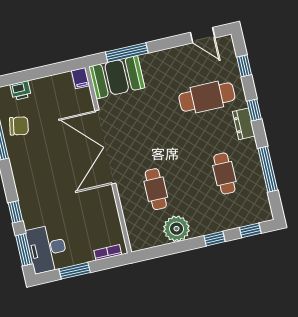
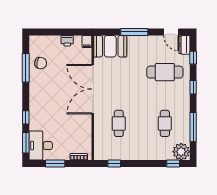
window: (127, 53) -> (134, 32), moved
printer: (21, 91) -> (67, 41), moved
dresser: (244, 124) -> (184, 45), moved
plant: (176, 229) -> (181, 152), moved
window: (215, 239) -> (114, 164), moved

